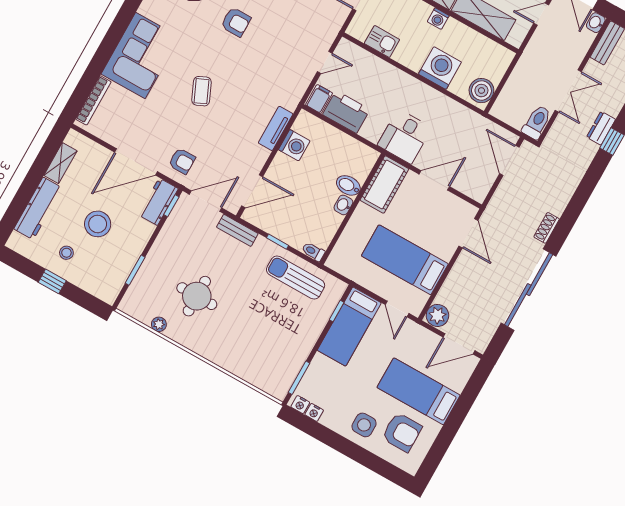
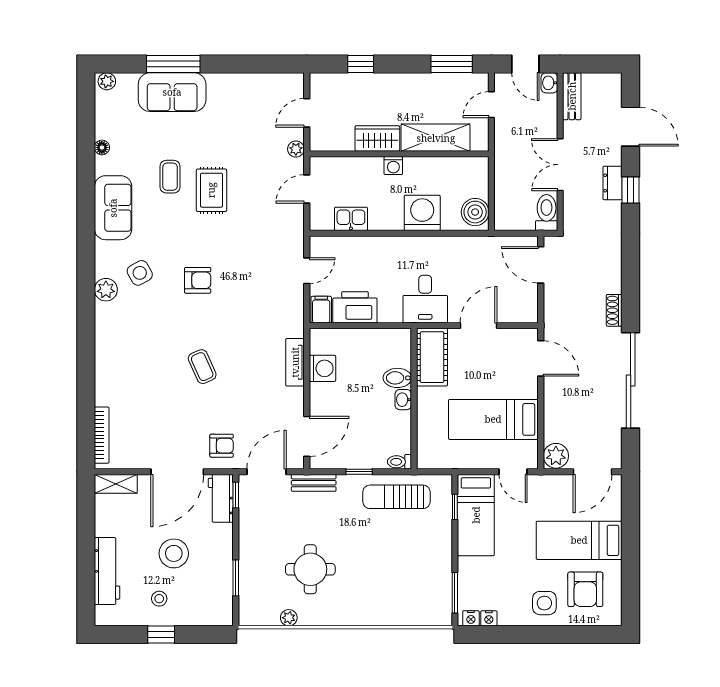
corner sofa: (140, 56) -> (123, 365), removed
double door: (568, 91) -> (560, 165), swing flipped
shelving: (60, 163) -> (116, 484), moved, turned 90
armchair: (402, 432) -> (585, 589), turned 90

